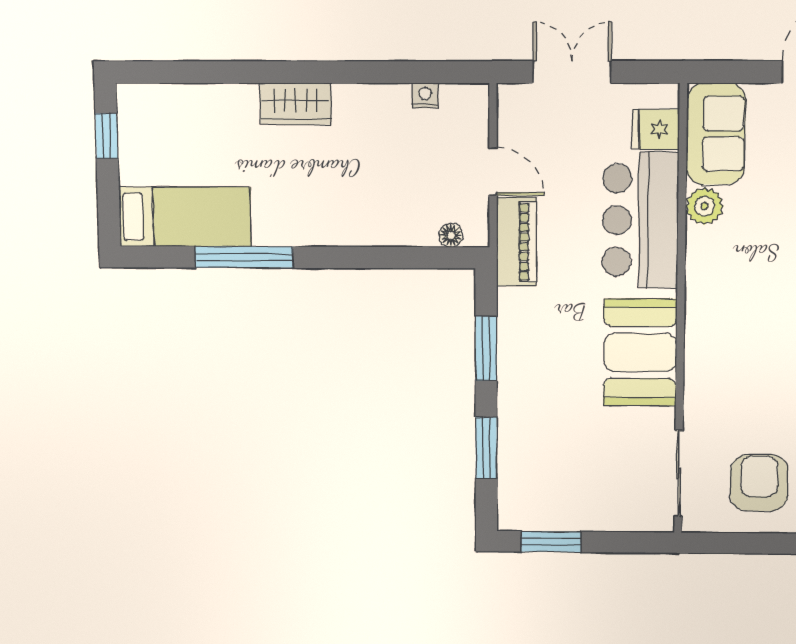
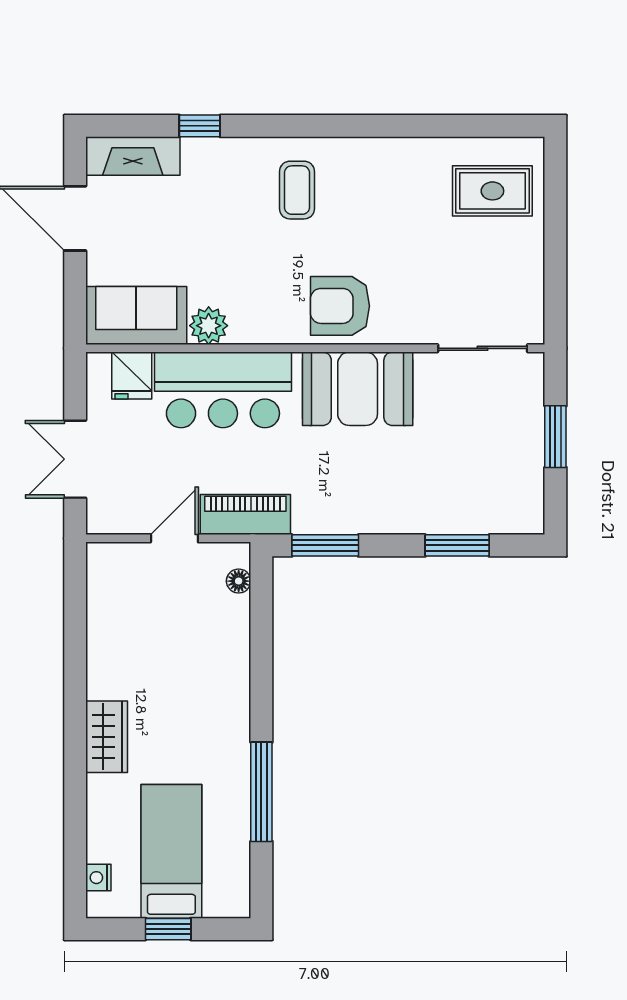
nightstand: (425, 96) -> (98, 878), moved
window: (107, 136) -> (168, 929), moved
bed: (185, 217) -> (171, 851), moved
window: (486, 348) -> (325, 545), moved
armchair: (759, 483) -> (340, 306), moved
window: (551, 542) -> (555, 437), moved

